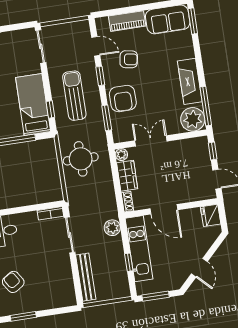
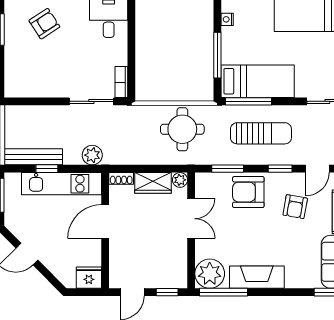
window: (50, 109) -> (249, 101), width x2.17
bench: (86, 277) -> (33, 157), moved

